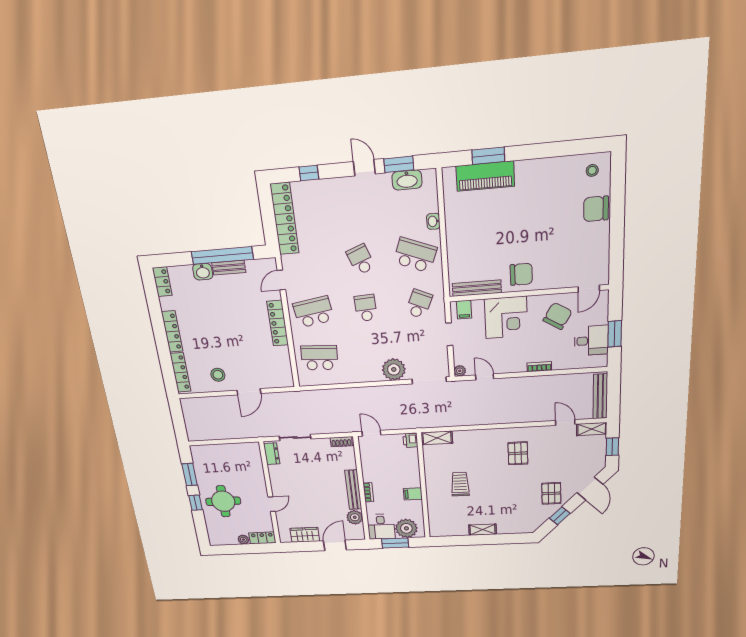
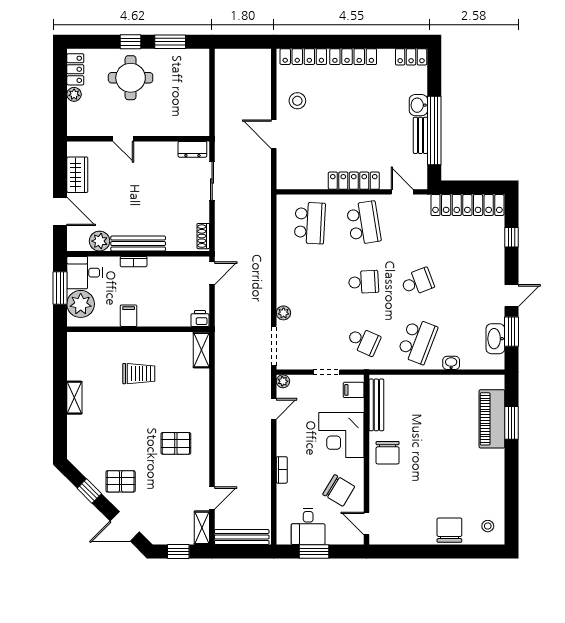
plant: (394, 369) -> (283, 313), width x0.53, depth x0.53
locker: (262, 538) -> (75, 69), moved

